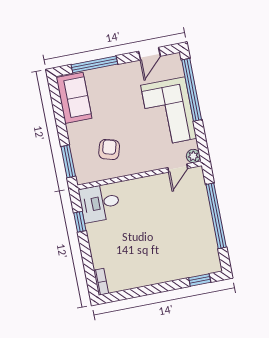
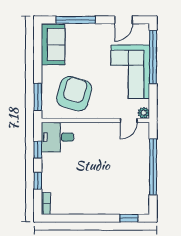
armchair: (109, 149) -> (74, 94), width x1.88, depth x1.88
window: (87, 258) -> (38, 181), added

